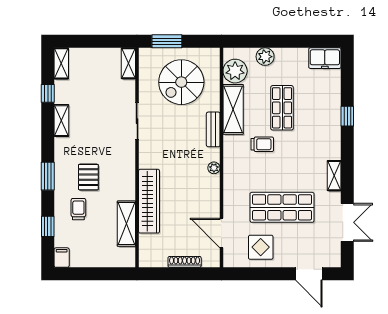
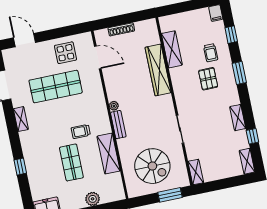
plant: (235, 71) -> (113, 183), removed
spiral stairs: (181, 82) -> (152, 166), turned 90
bench: (213, 129) -> (118, 125), moved

